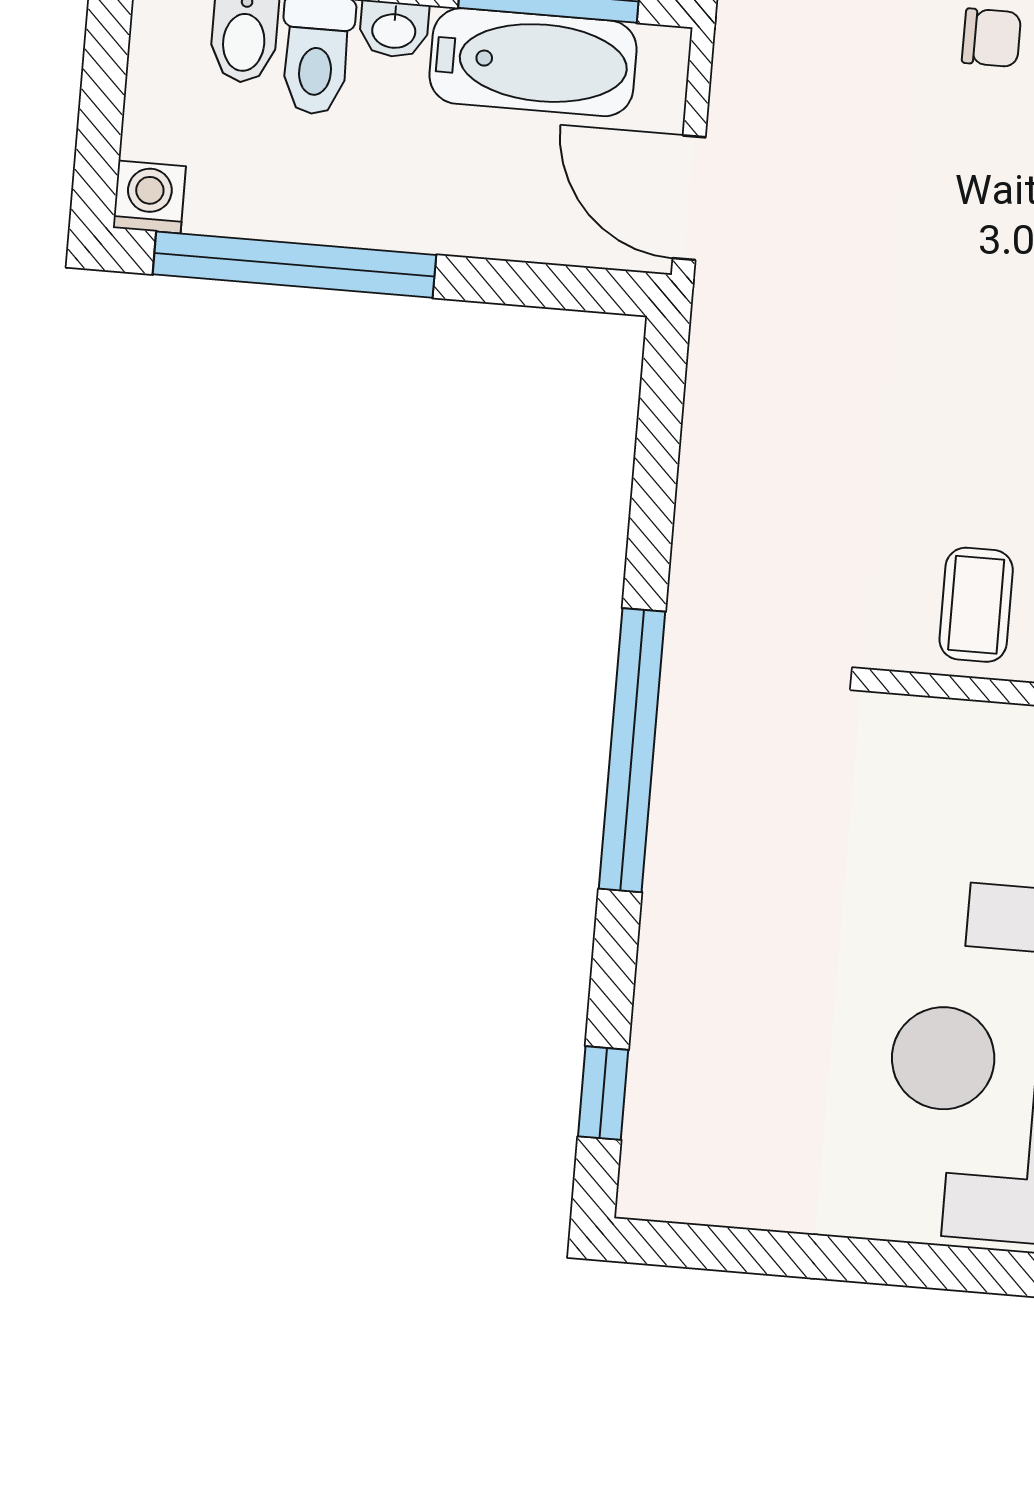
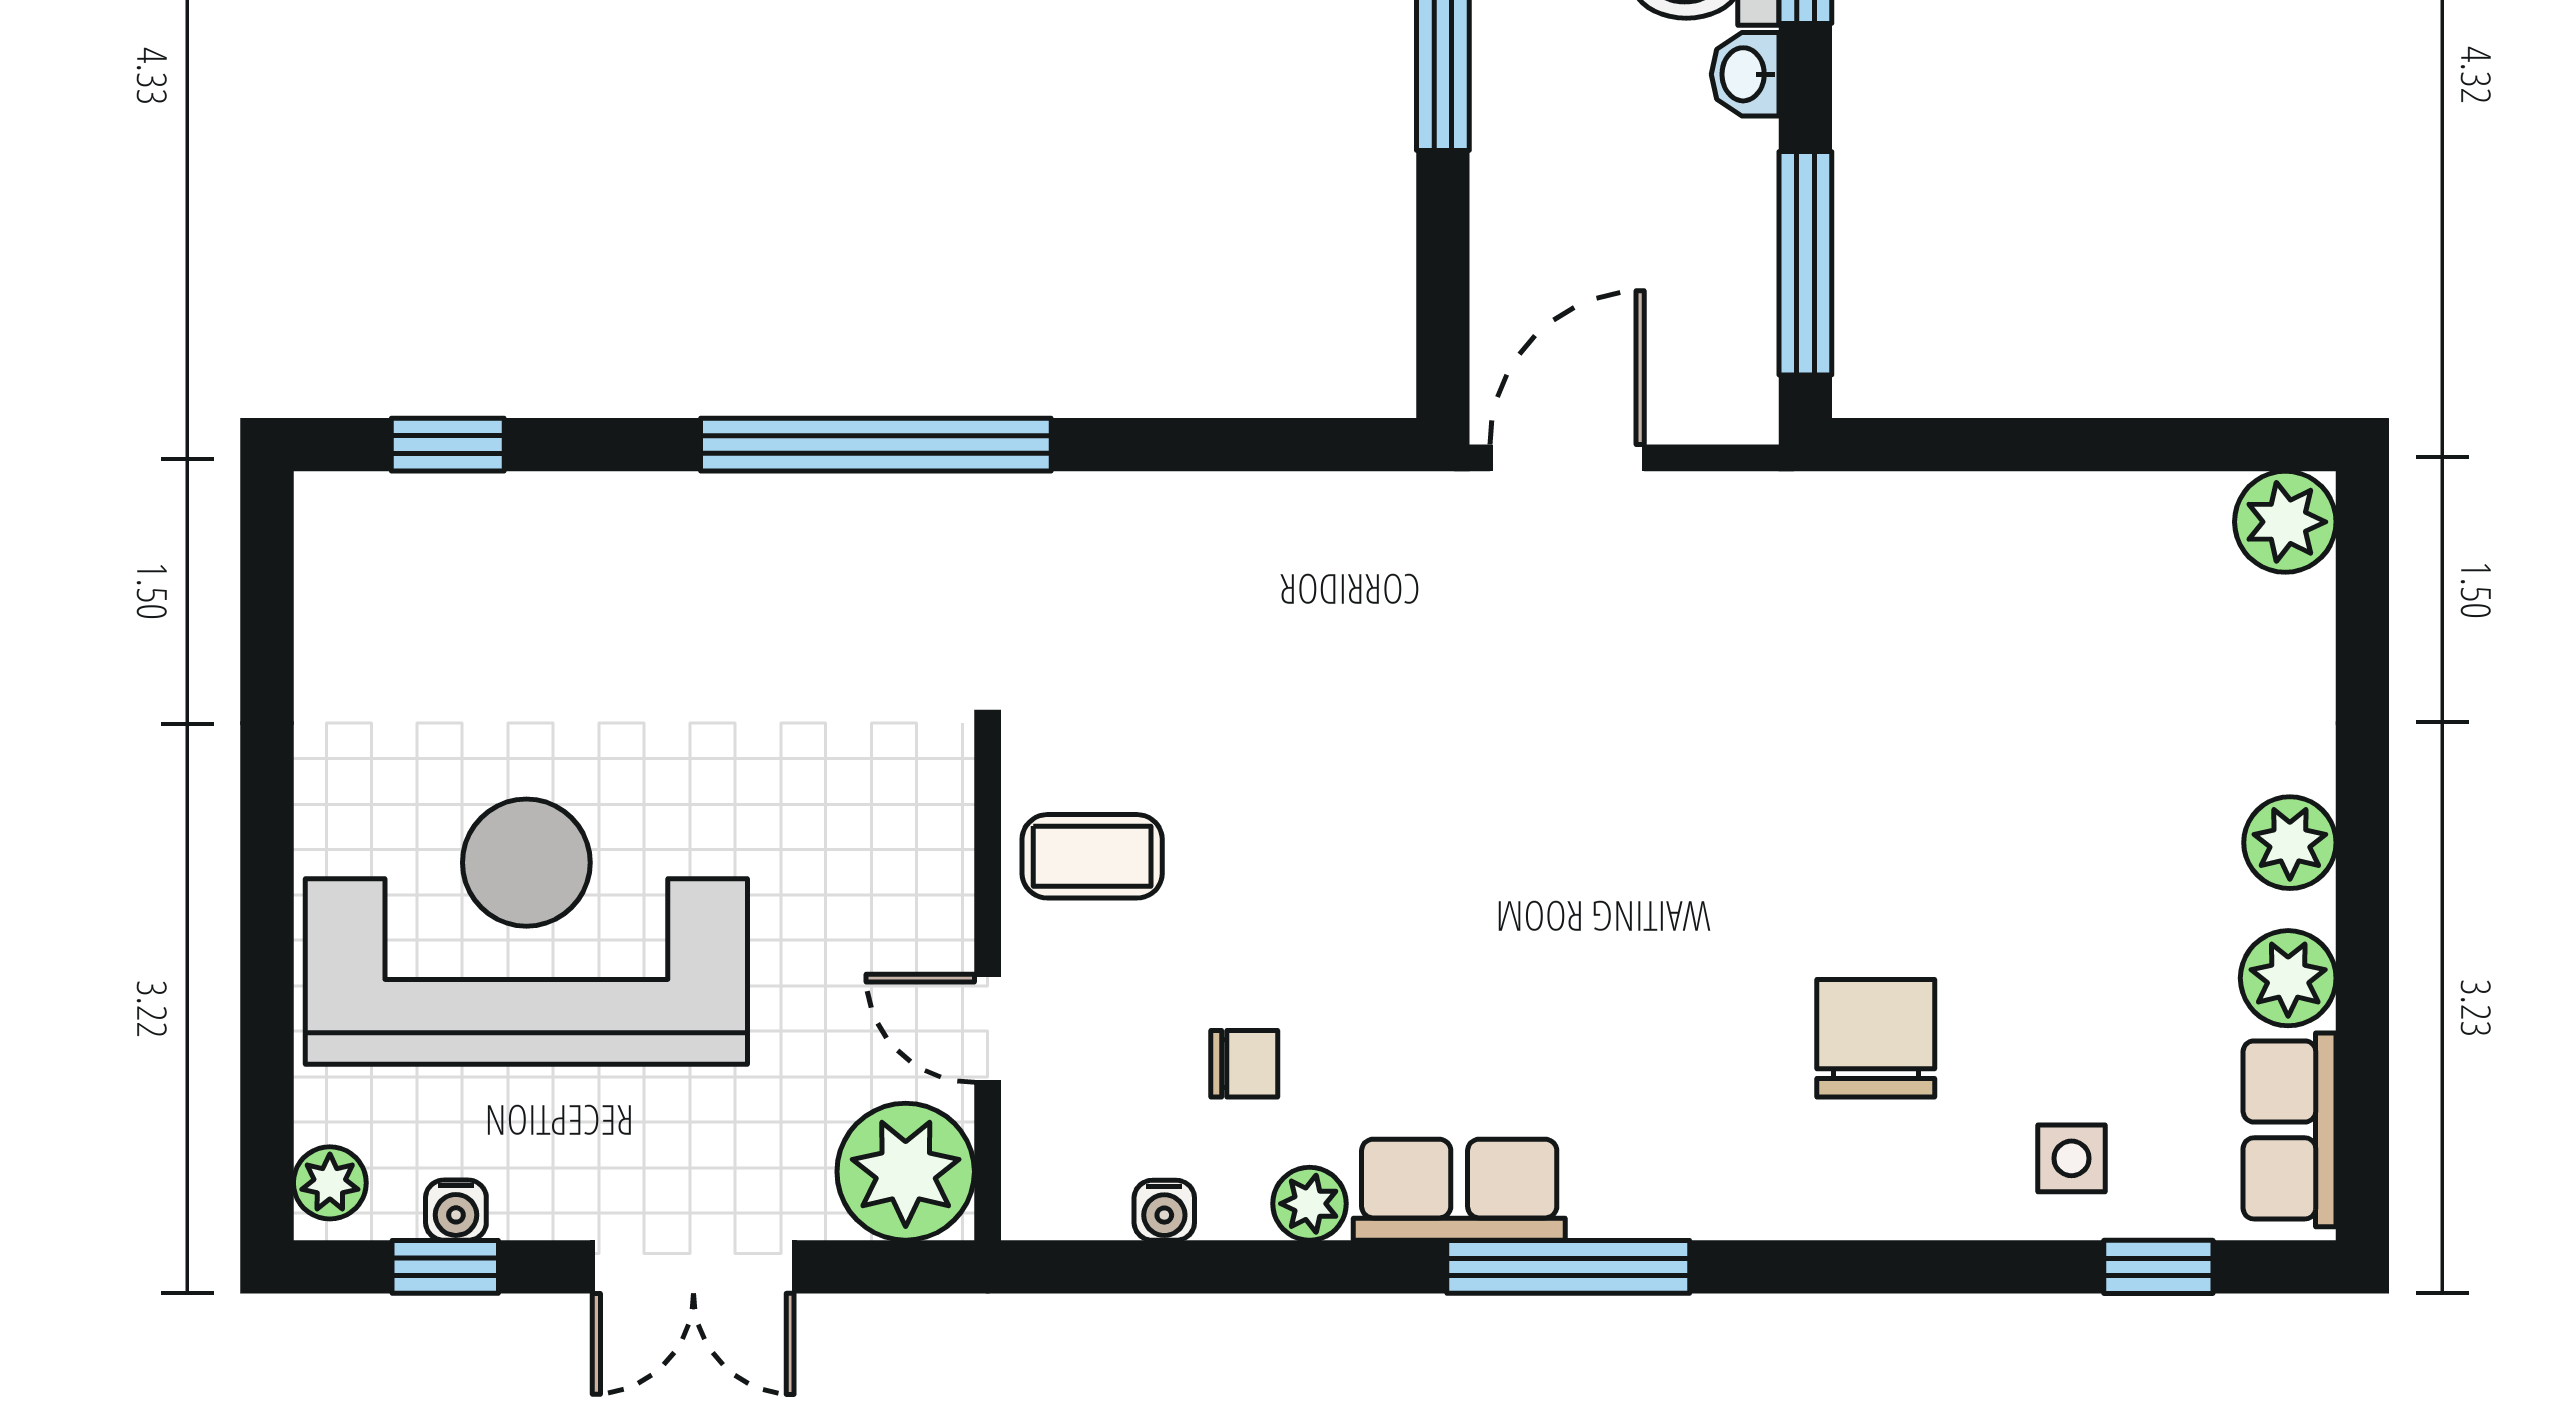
chair: (991, 38) -> (1797, 816), removed
bathtub: (533, 62) -> (1719, 250), removed

